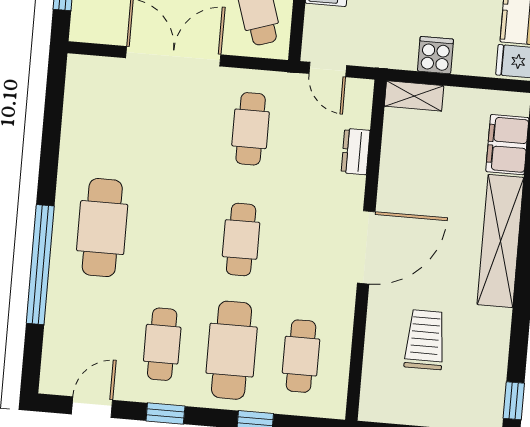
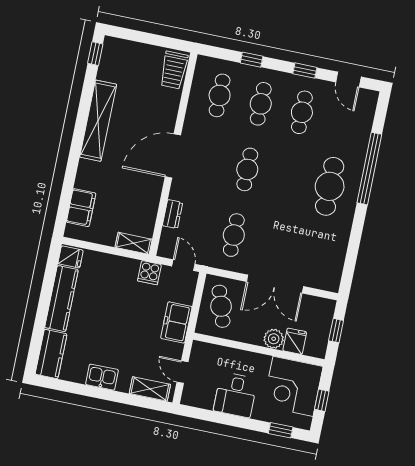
cooker: (435, 55) -> (149, 273), moved
shelving: (500, 241) -> (98, 121), moved
trolley: (425, 340) -> (174, 70), moved
cafe table: (232, 350) -> (261, 104), width x0.73, depth x0.74
door: (92, 407) -> (348, 80), hinge flipped

